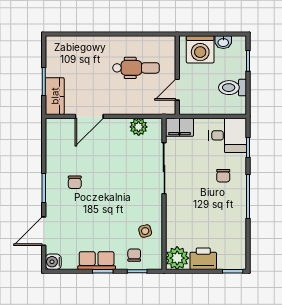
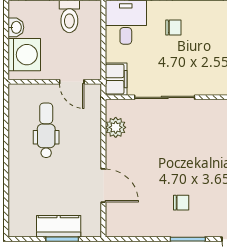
kitchen counter: (55, 96) -> (59, 226), moved

